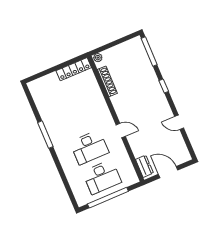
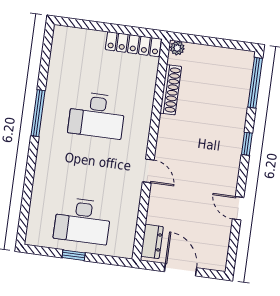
desk: (89, 147) -> (97, 115), moved
window: (108, 198) -> (74, 255), width x0.32

